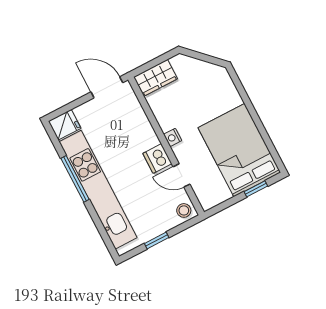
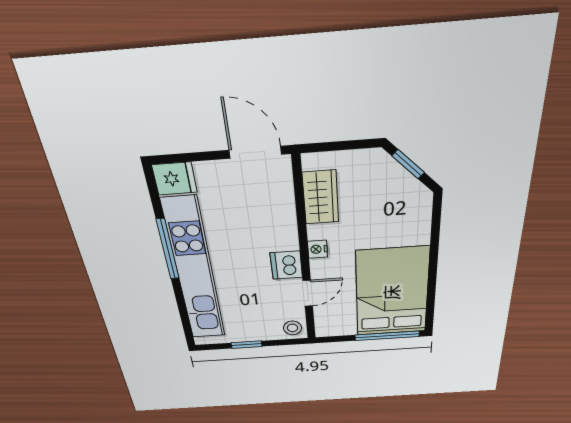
window: (200, 56) -> (408, 164), added
wardrobe: (156, 78) -> (321, 197), moved, turned -90
door: (182, 175) -> (308, 293), swing flipped
window: (256, 189) -> (387, 336), width x2.17

